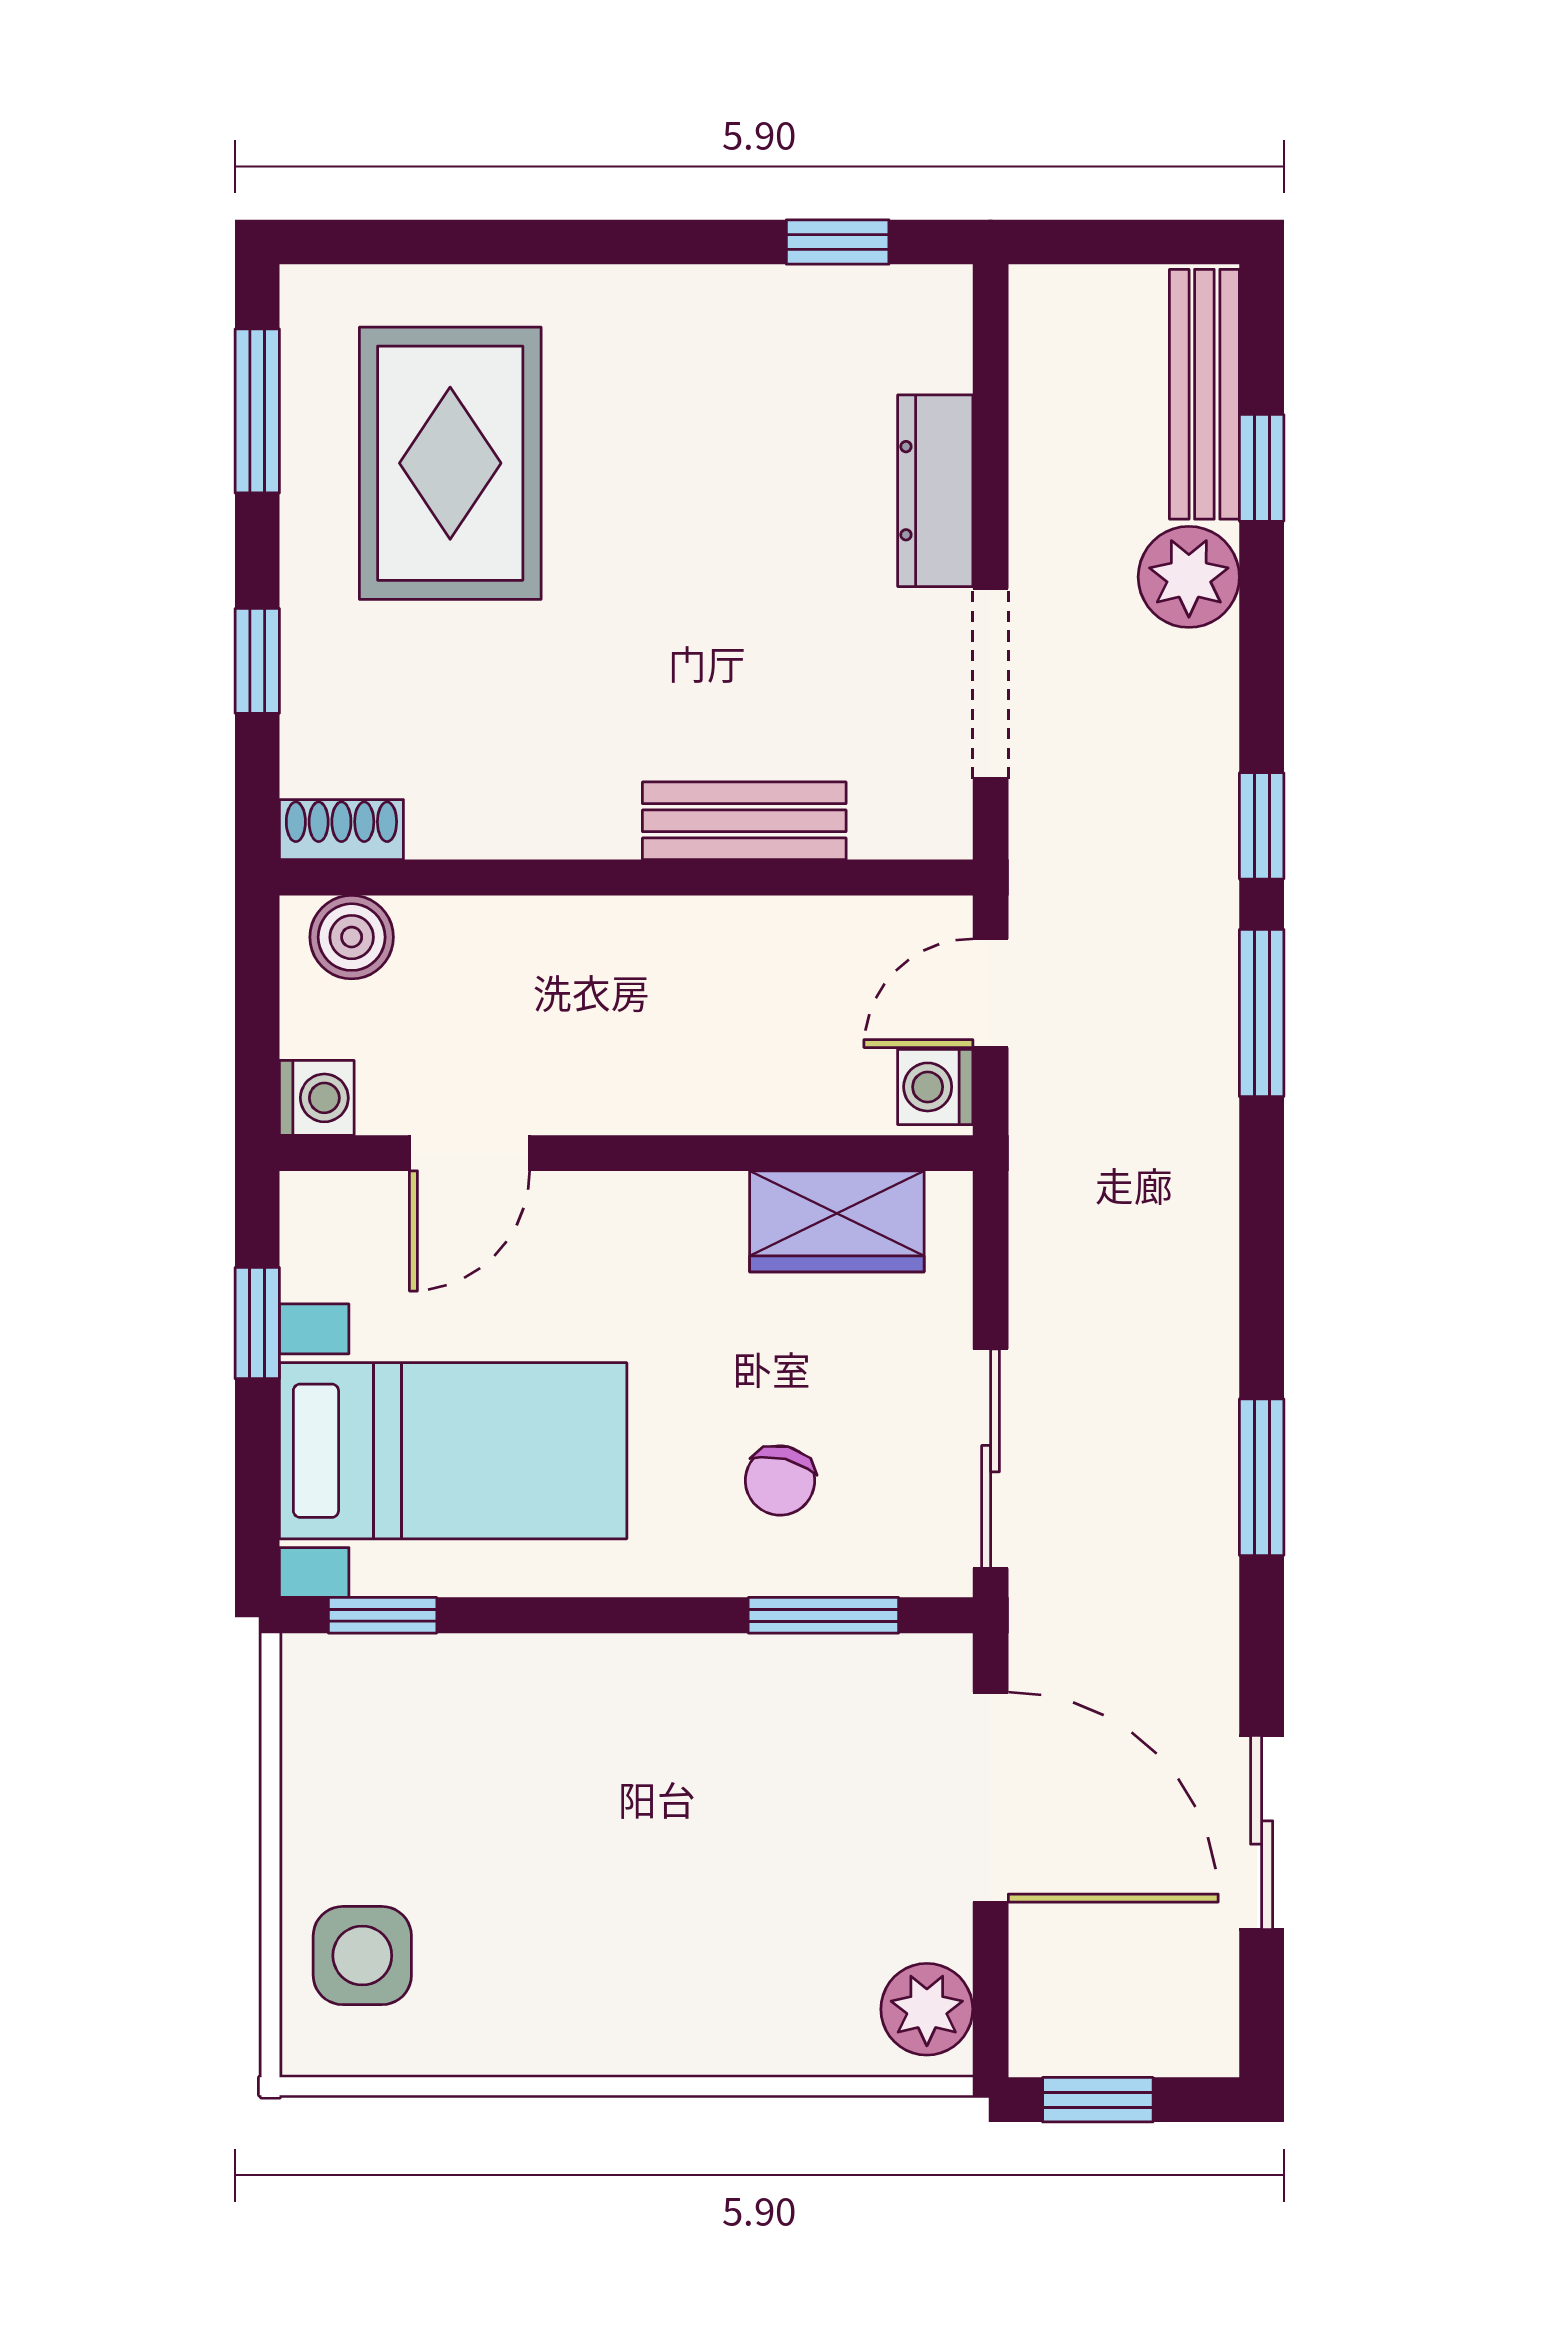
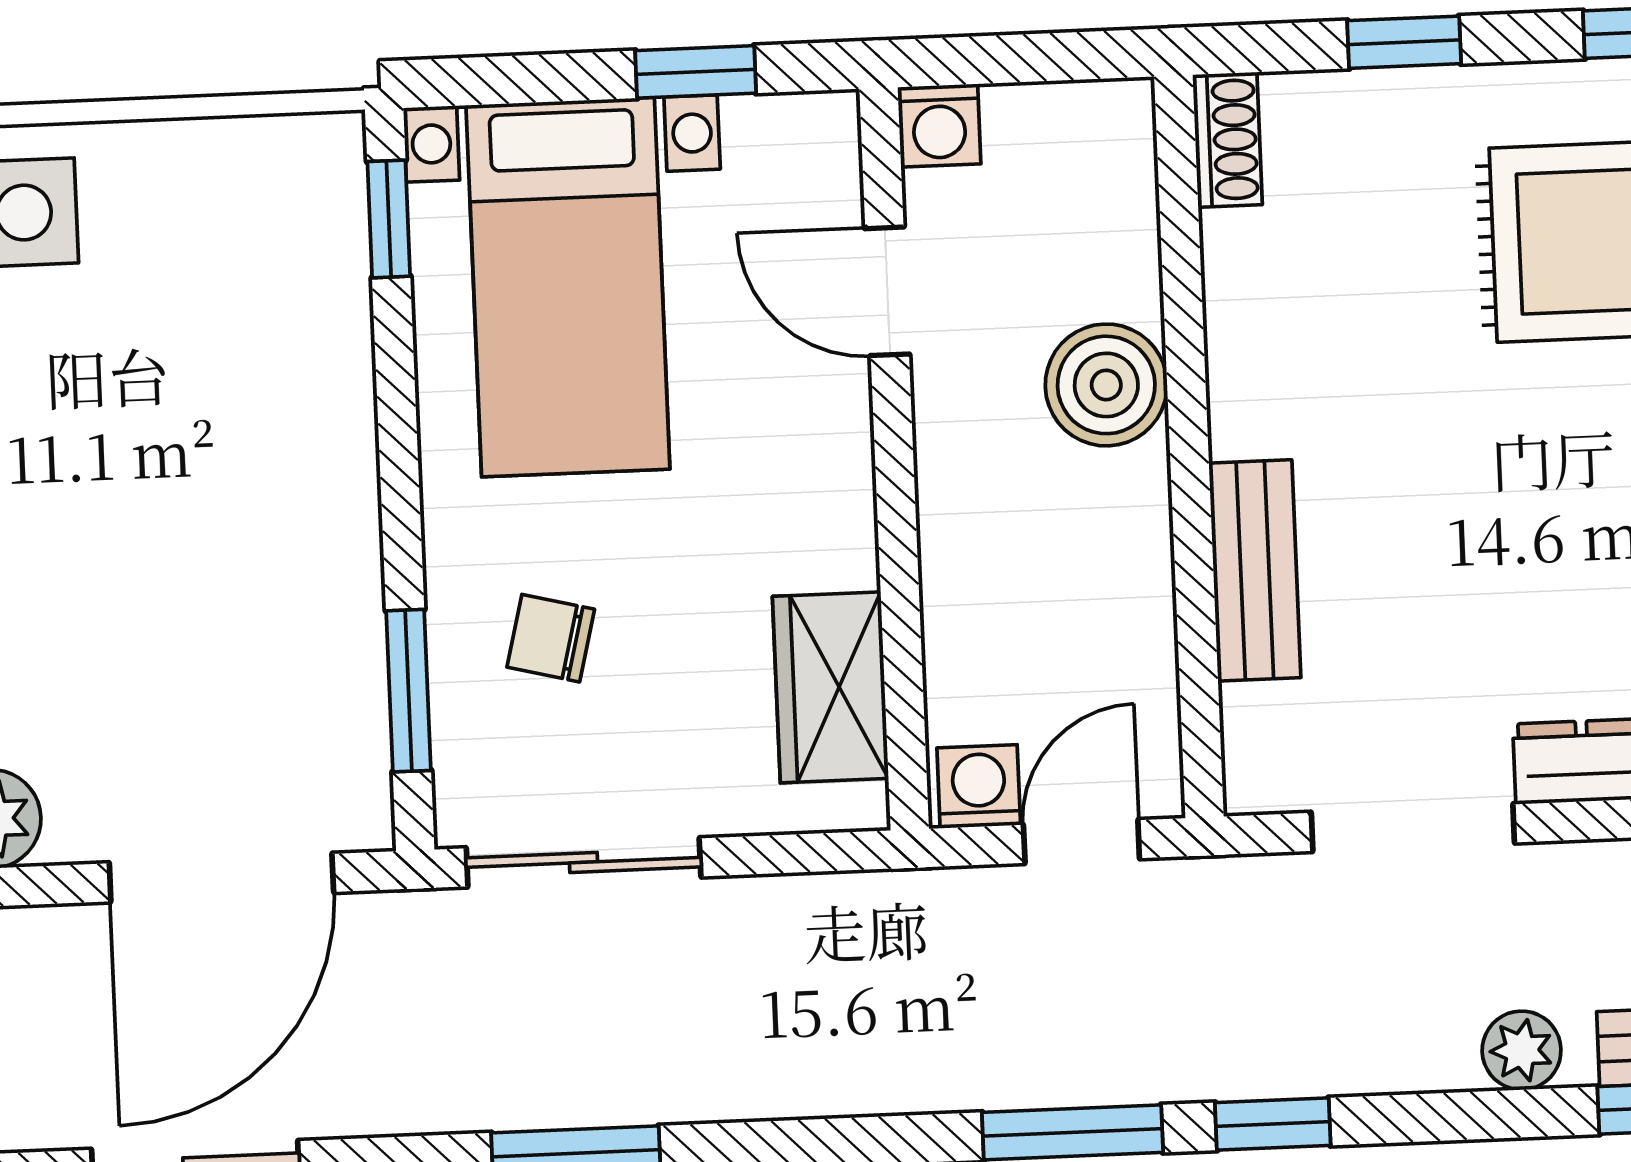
plant: (1189, 577) -> (1522, 1050), width x0.73, depth x0.73
boiler: (352, 937) -> (1106, 385), moved, width x1.36, depth x1.36
door: (991, 993) -> (1081, 842), hinge flipped

